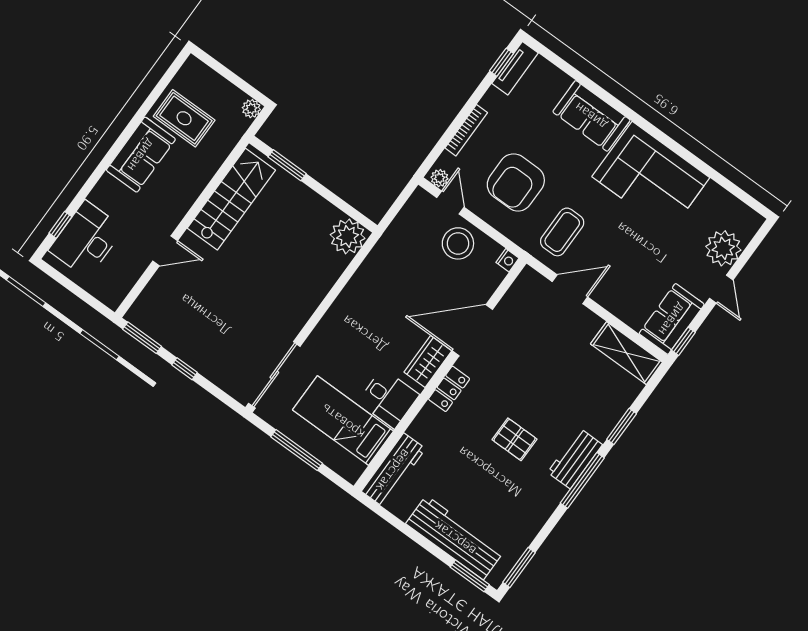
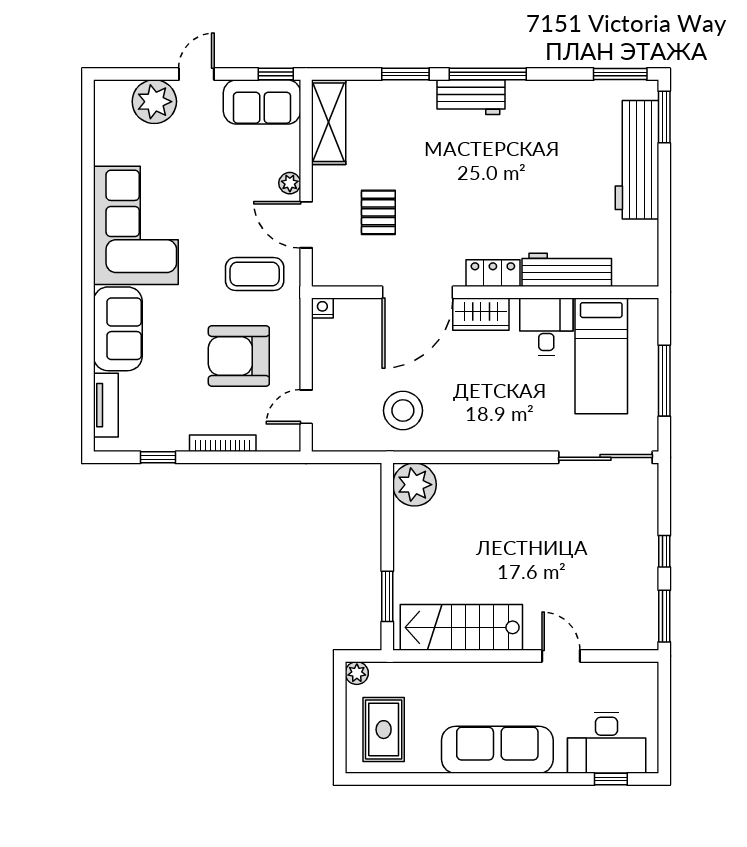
window: (502, 62) -> (158, 457), moved
tv unit: (515, 68) -> (106, 405), moved, turned 90
rug: (184, 118) -> (384, 730), moved
sofa: (141, 155) -> (497, 750), width x1.36
plant: (440, 178) -> (290, 183), moved
armchair: (516, 182) -> (239, 356), turned 180
stool: (458, 243) -> (403, 411), moved
door: (472, 330) -> (417, 292), hinge flipped
pallet: (514, 439) -> (378, 212), moved
workbench: (393, 470) -> (567, 270), moved

